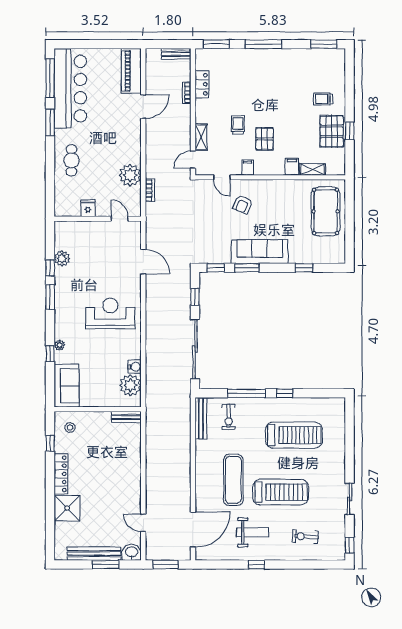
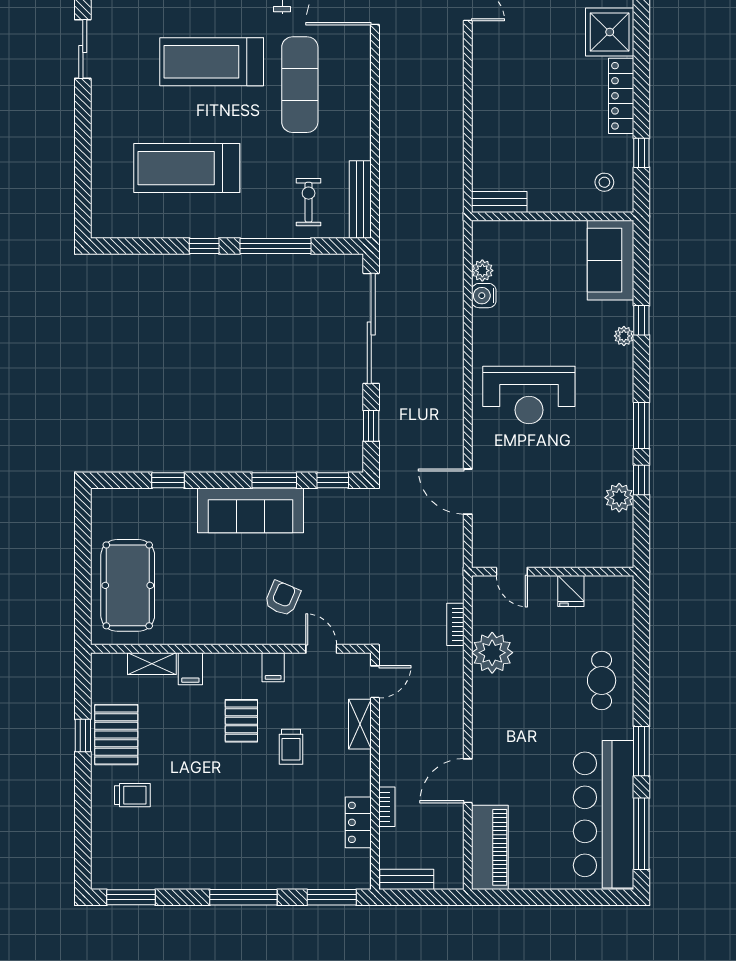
plant: (130, 385) -> (482, 271), width x0.53, depth x0.53

